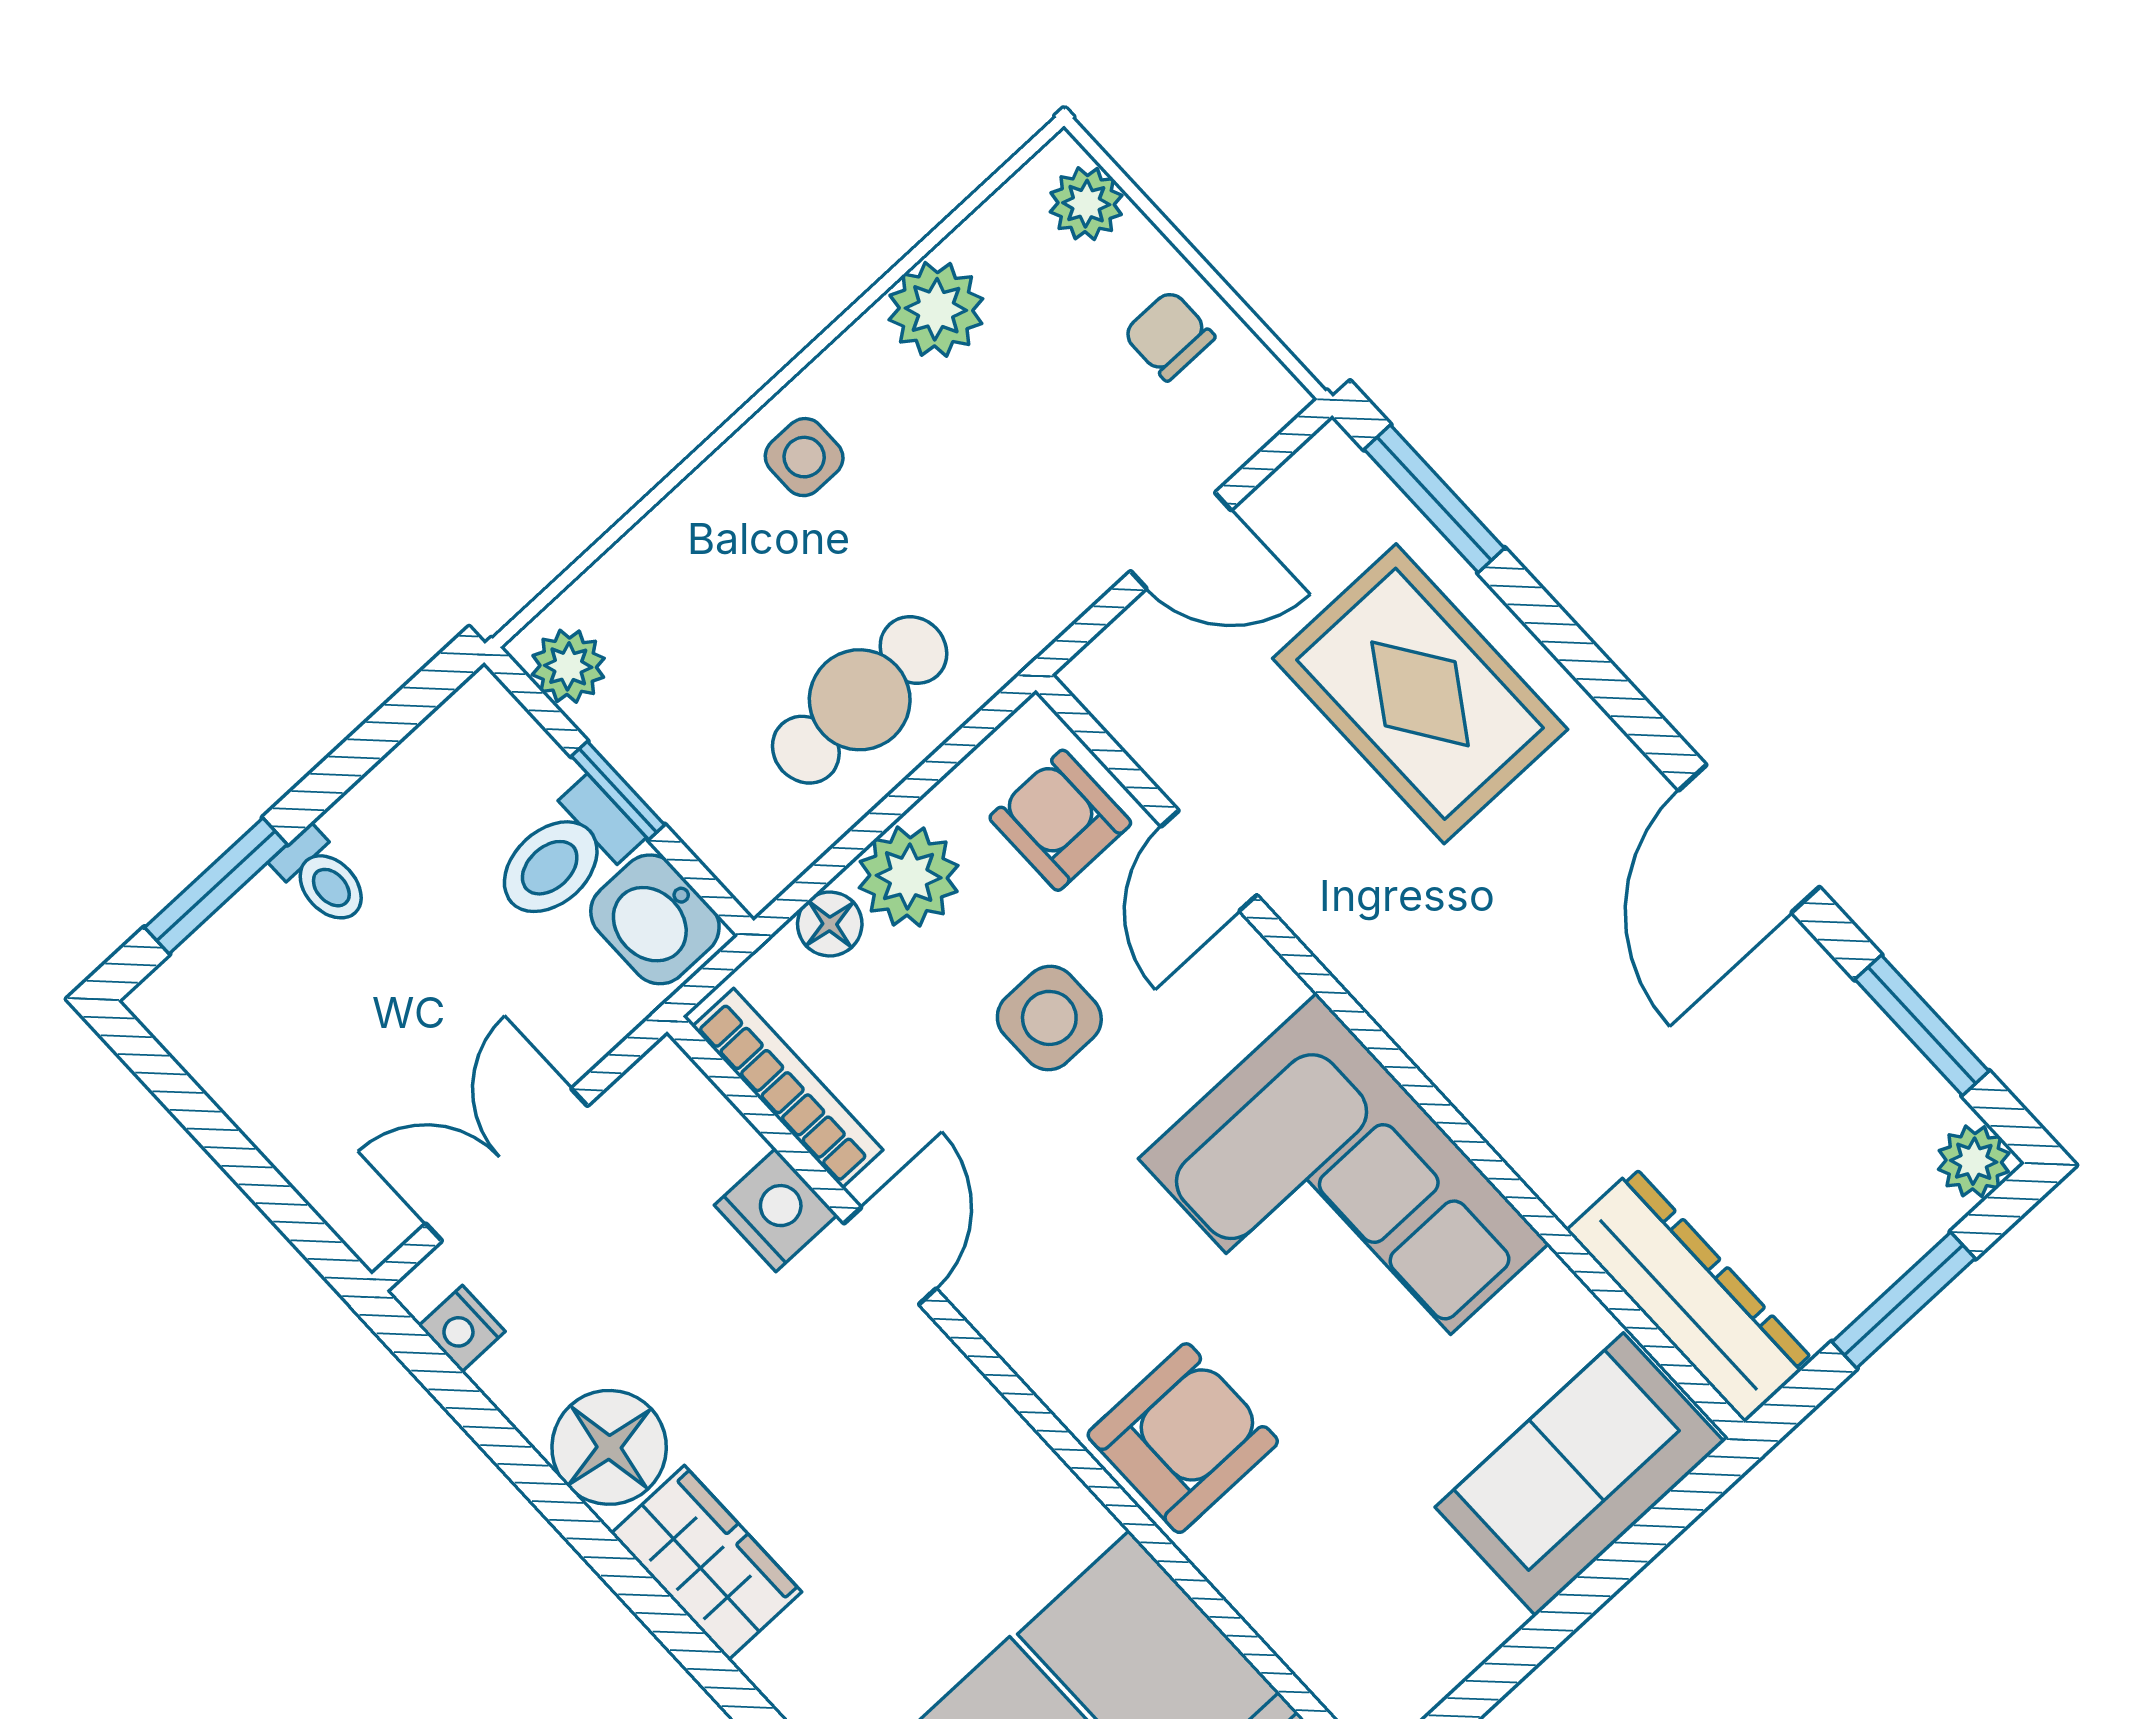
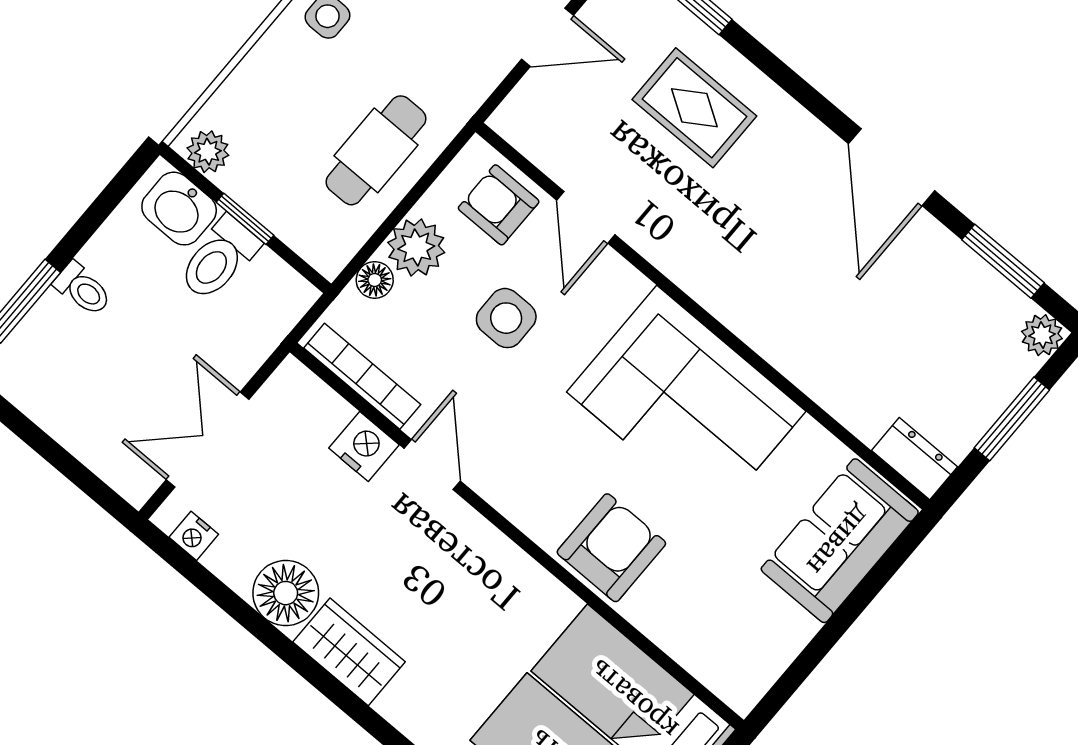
rug: (1420, 694) -> (694, 108), width x0.73, depth x0.70
washbasin: (655, 919) -> (179, 209), moved
dresser: (1690, 1295) -> (914, 459), width x0.51, depth x0.80

